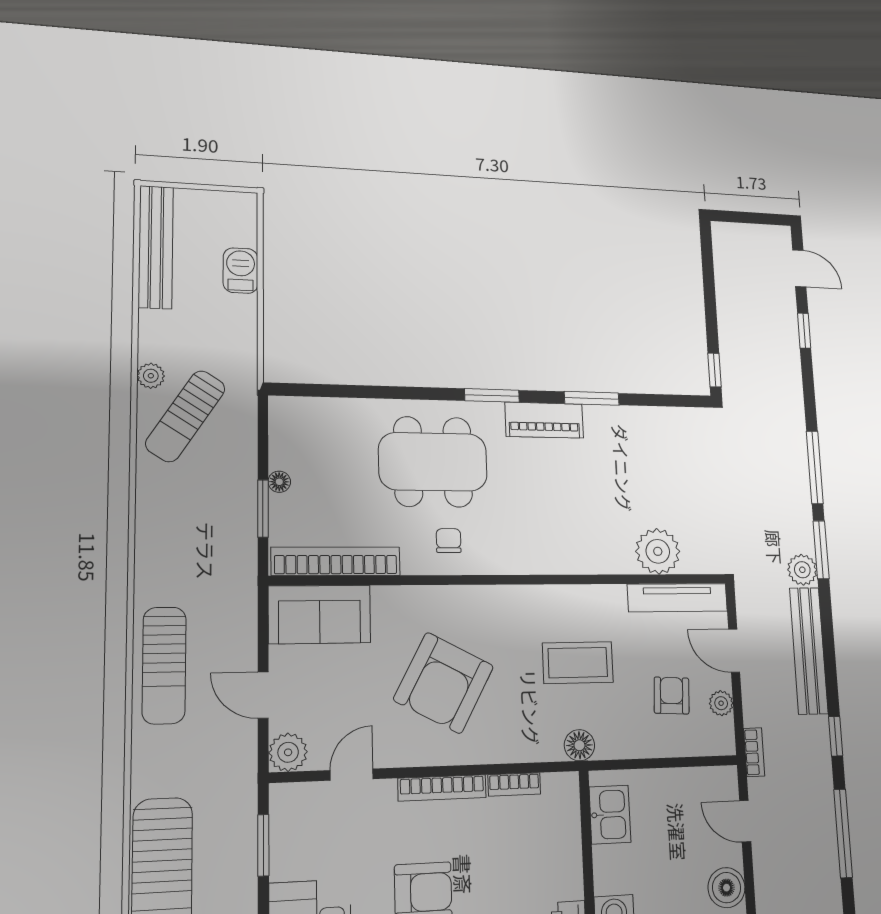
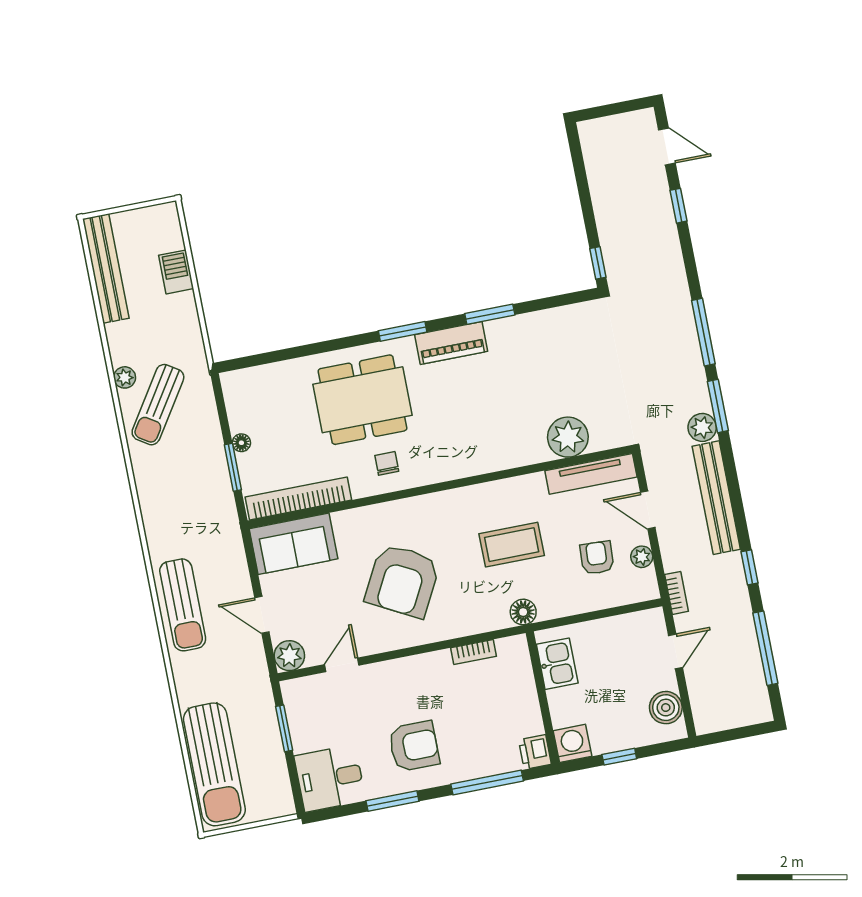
bookcase: (442, 788) -> (415, 664), removed
door: (745, 821) -> (676, 651), swing flipped

